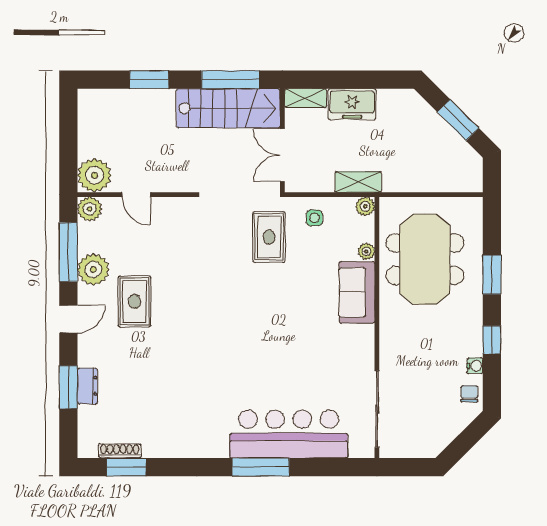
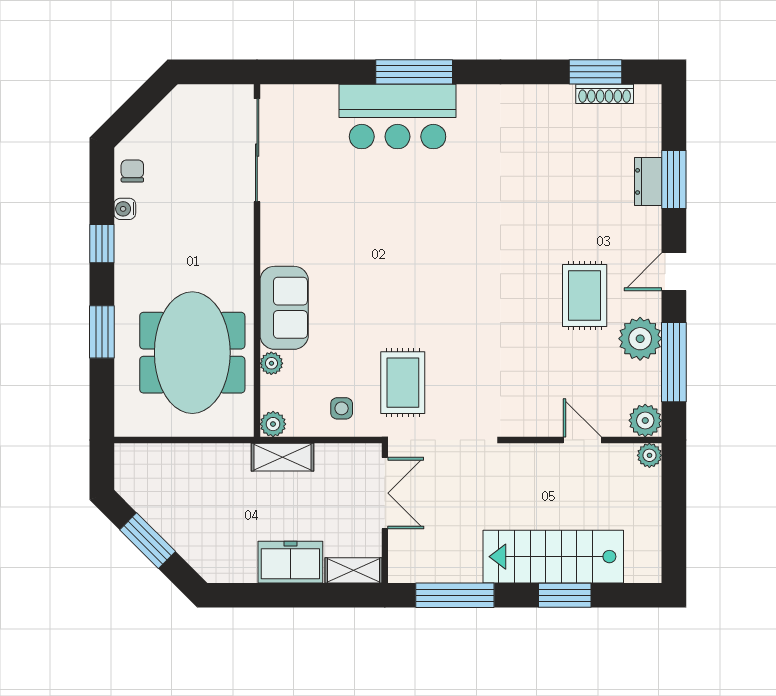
stairs: (228, 108) -> (553, 557), moved
plant: (94, 175) -> (649, 455), width x0.53, depth x0.53
chair: (469, 394) -> (132, 171), turned 180
bar counter: (289, 434) -> (398, 116), width x0.73

